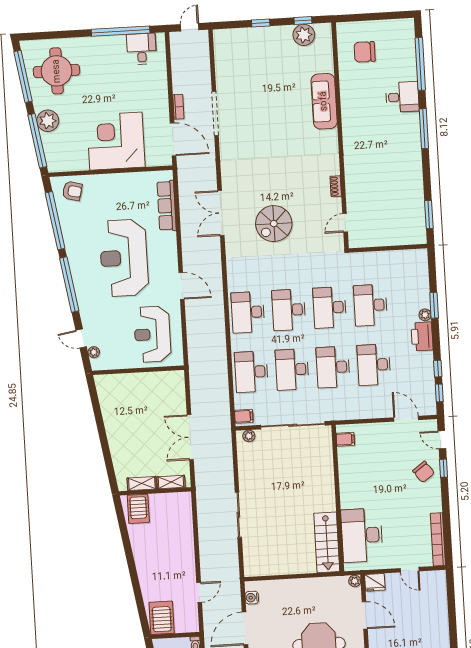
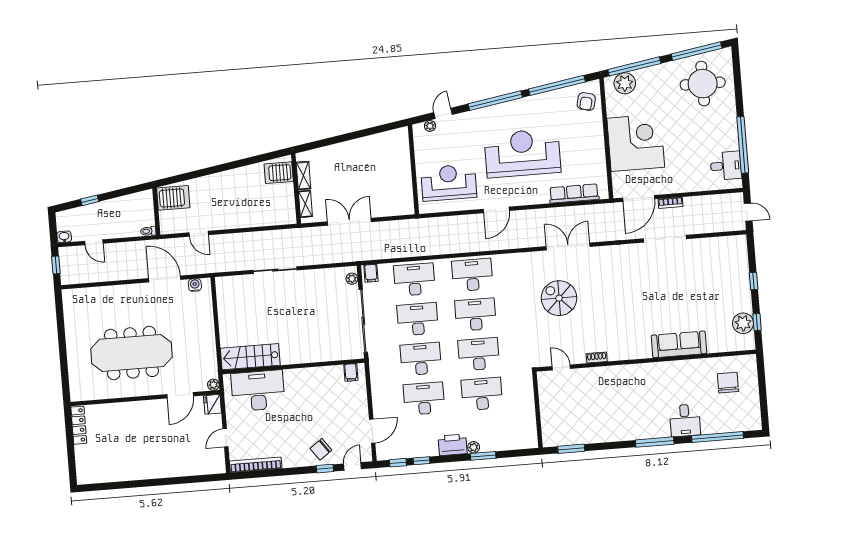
plant: (48, 121) -> (625, 83), moved

